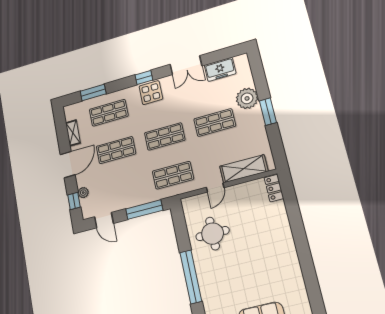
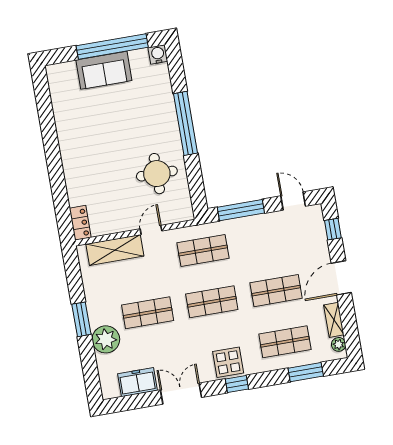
plant: (83, 193) -> (339, 344), moved

